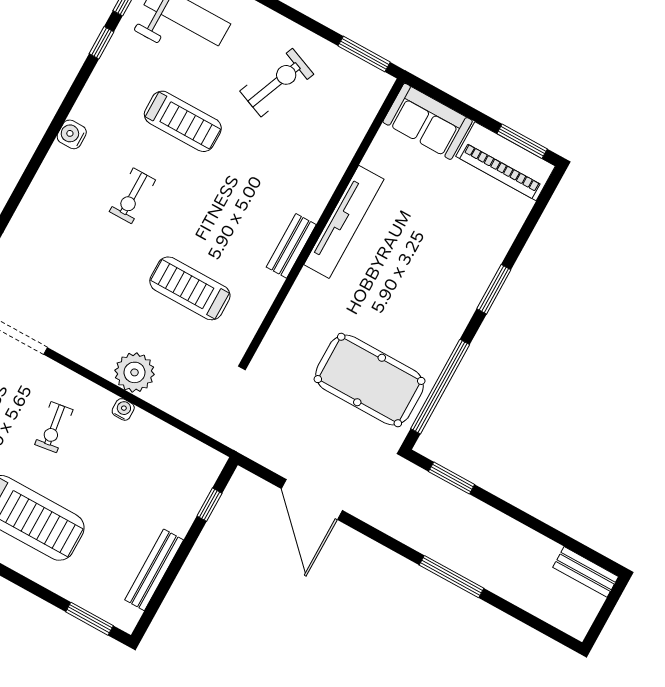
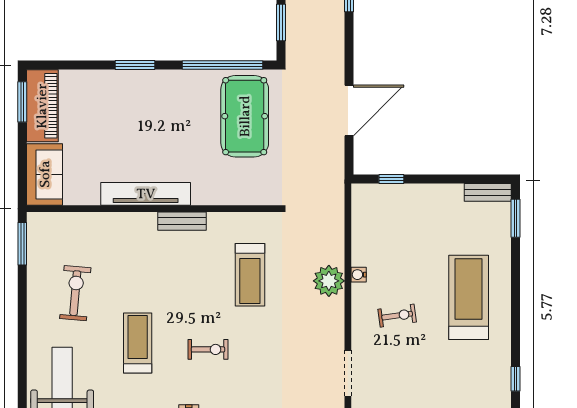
exercise bike: (277, 83) -> (75, 293), turned 73
bench: (154, 570) -> (488, 192), moved, width x0.73

